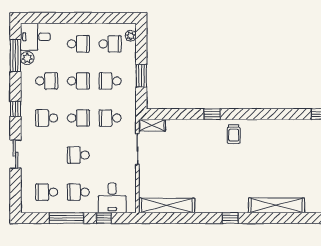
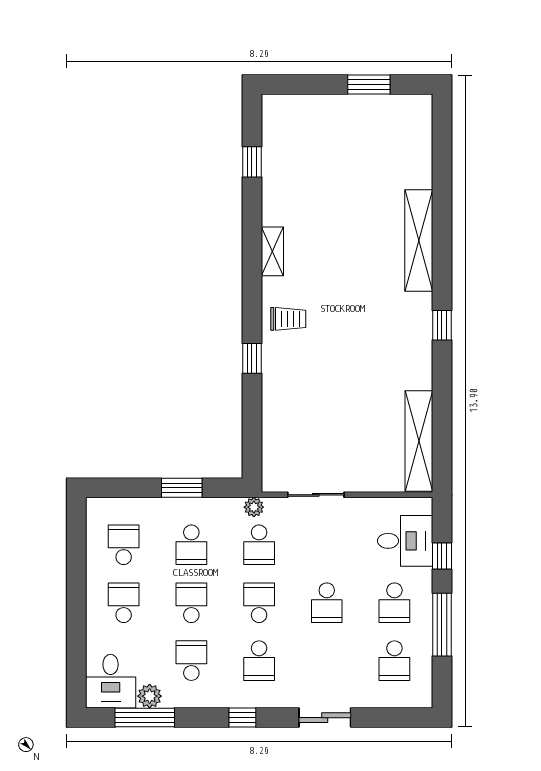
plant: (131, 36) -> (254, 507), moved
shelving: (152, 125) -> (272, 251), moved

